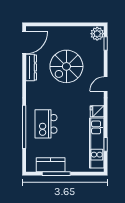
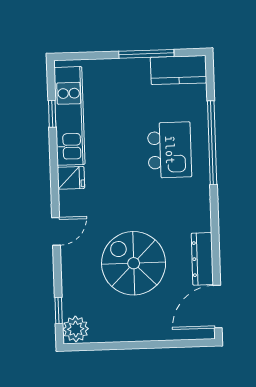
spiral stairs: (66, 66) -> (134, 263), turned -90
kitchen counter: (51, 165) -> (179, 70), moved

